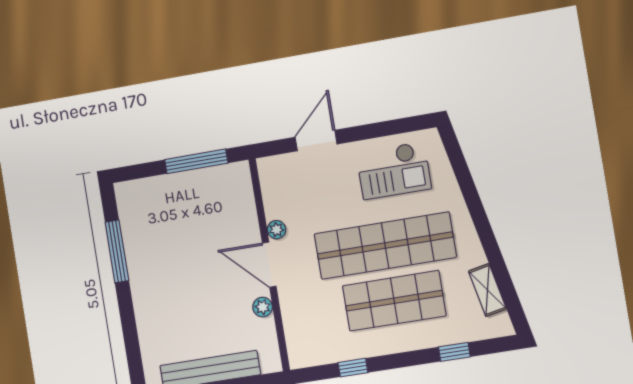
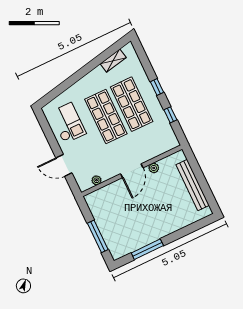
window: (196, 161) -> (98, 236), moved
plant: (277, 230) -> (96, 180), moved
shop shelf: (385, 246) -> (106, 116), width x0.71
window: (454, 352) -> (157, 87), moved

